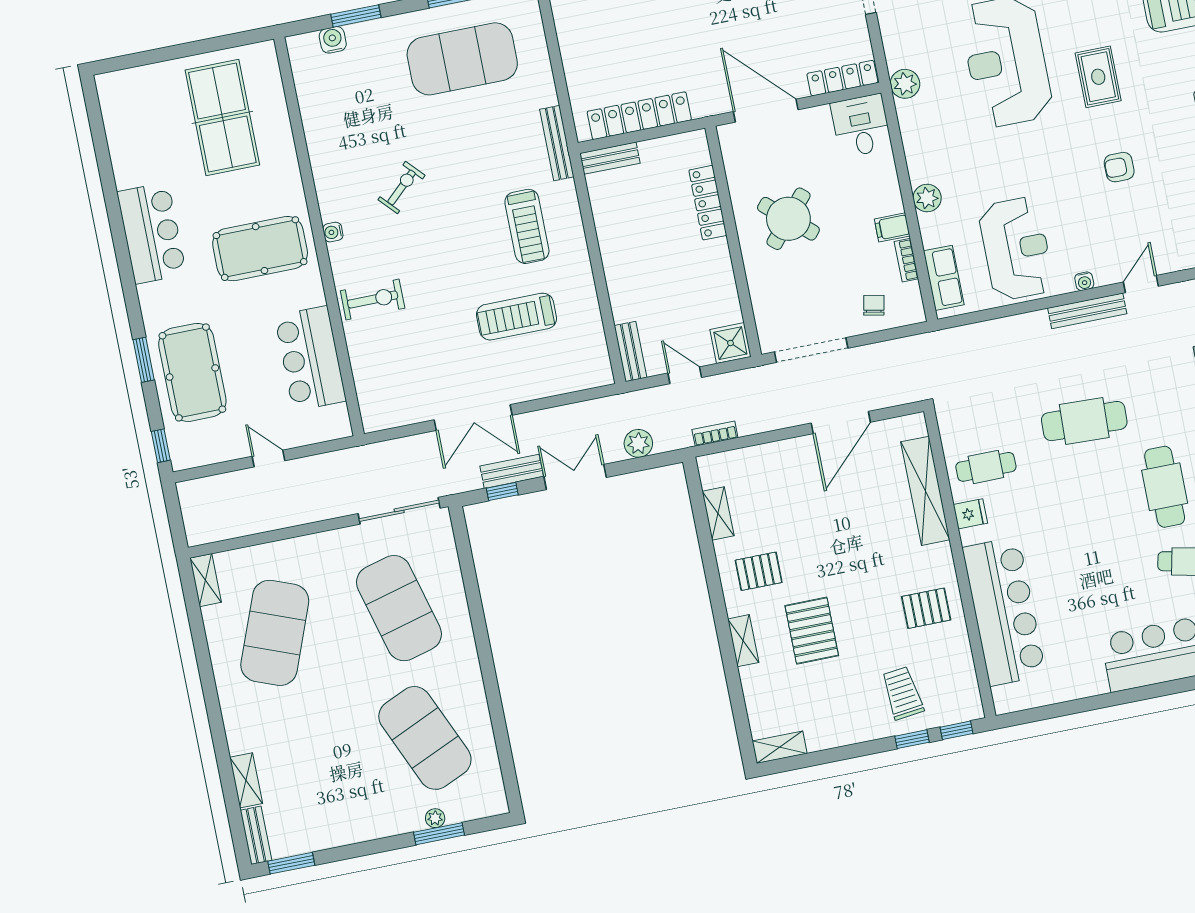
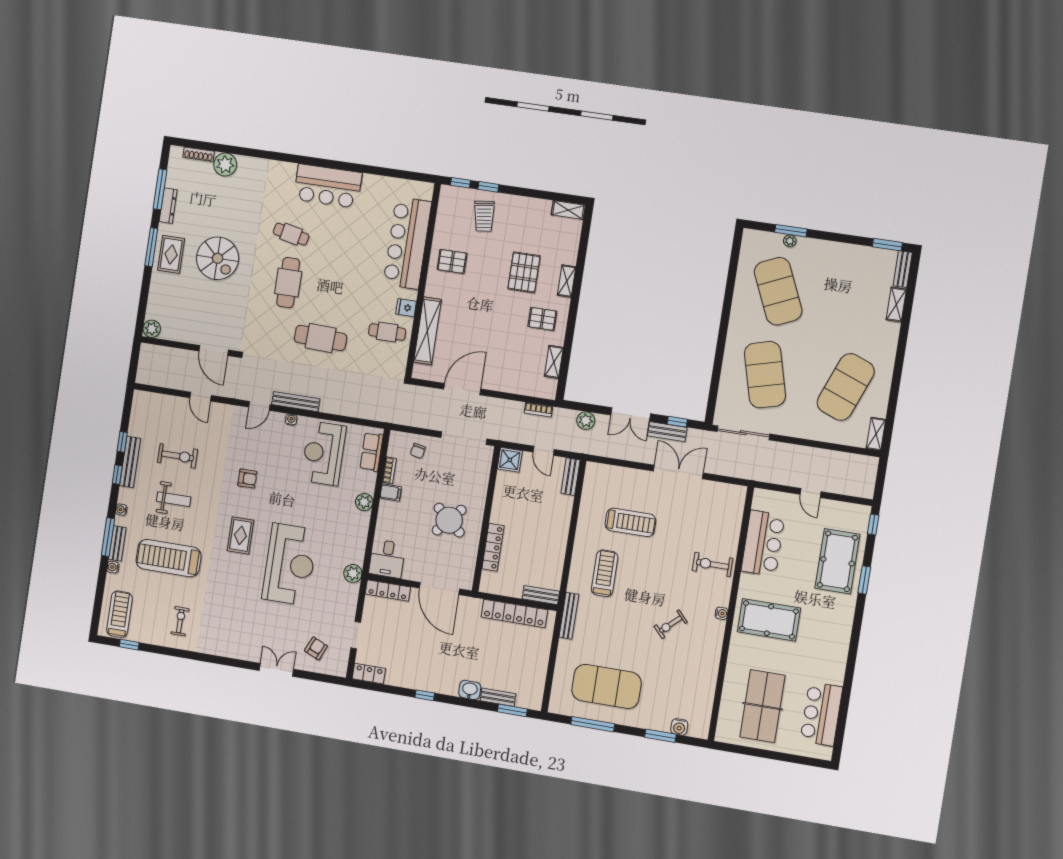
bar counter: (152, 233) -> (821, 714), moved

